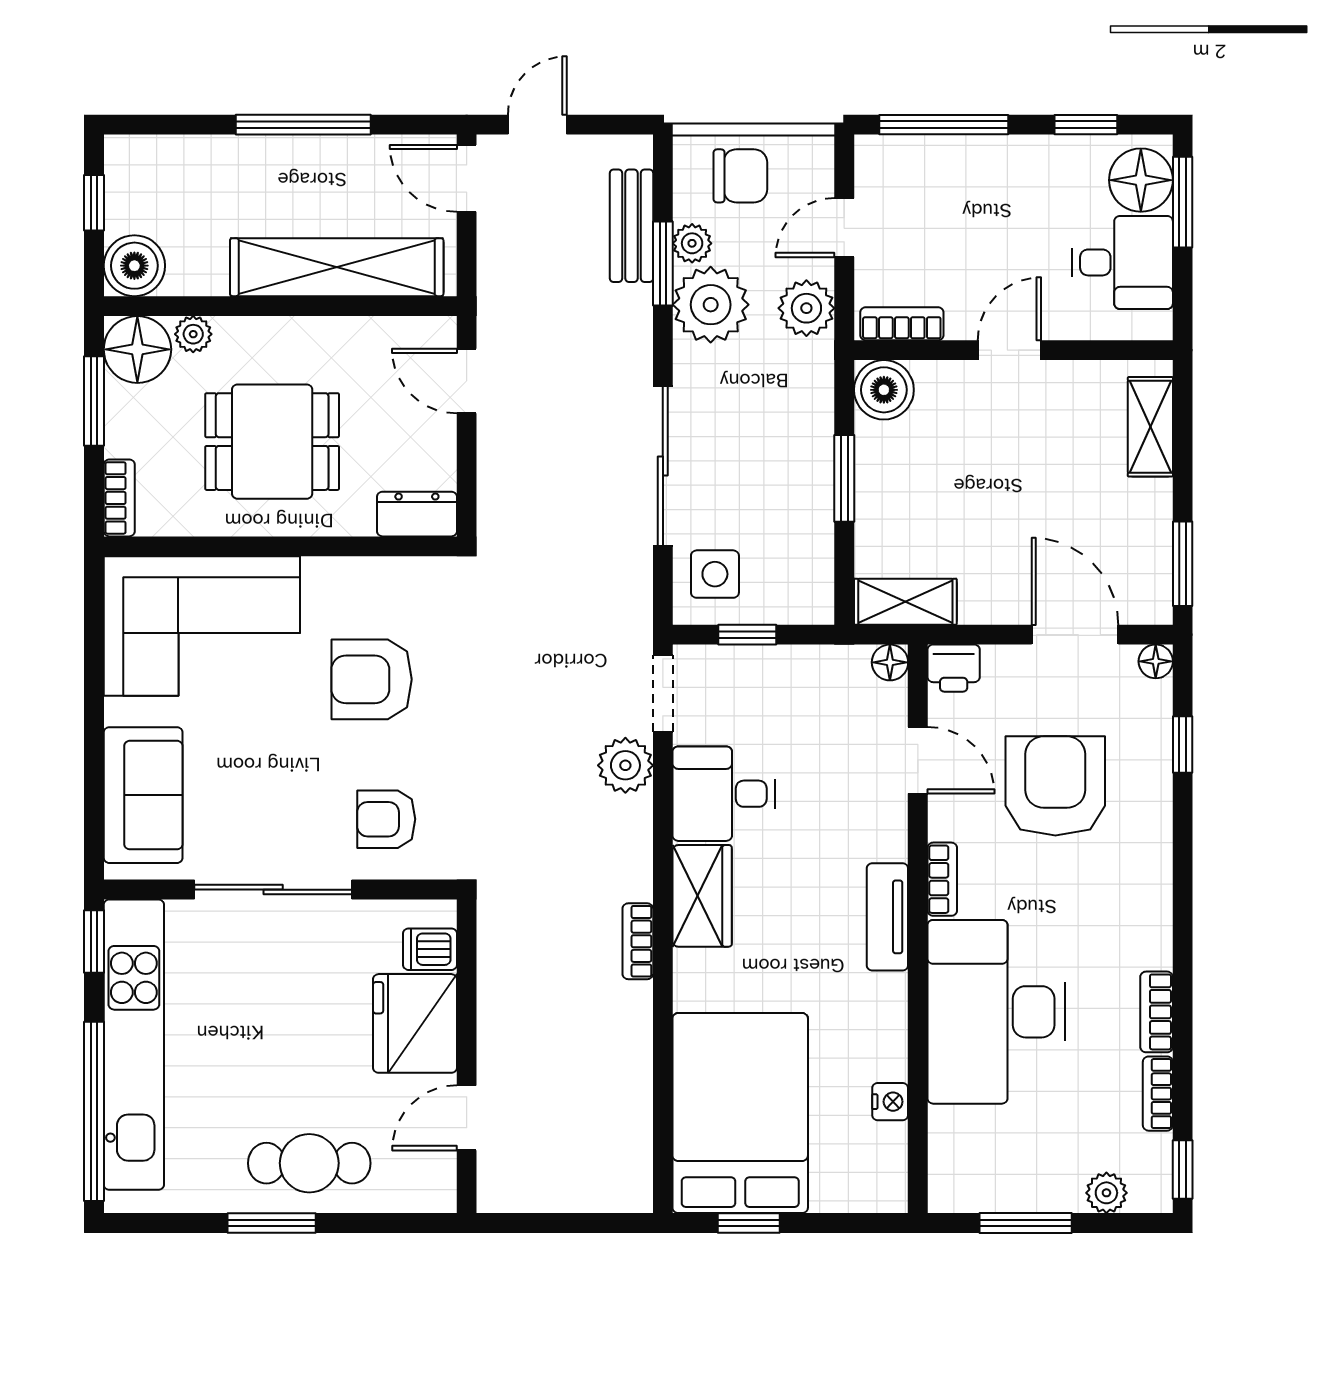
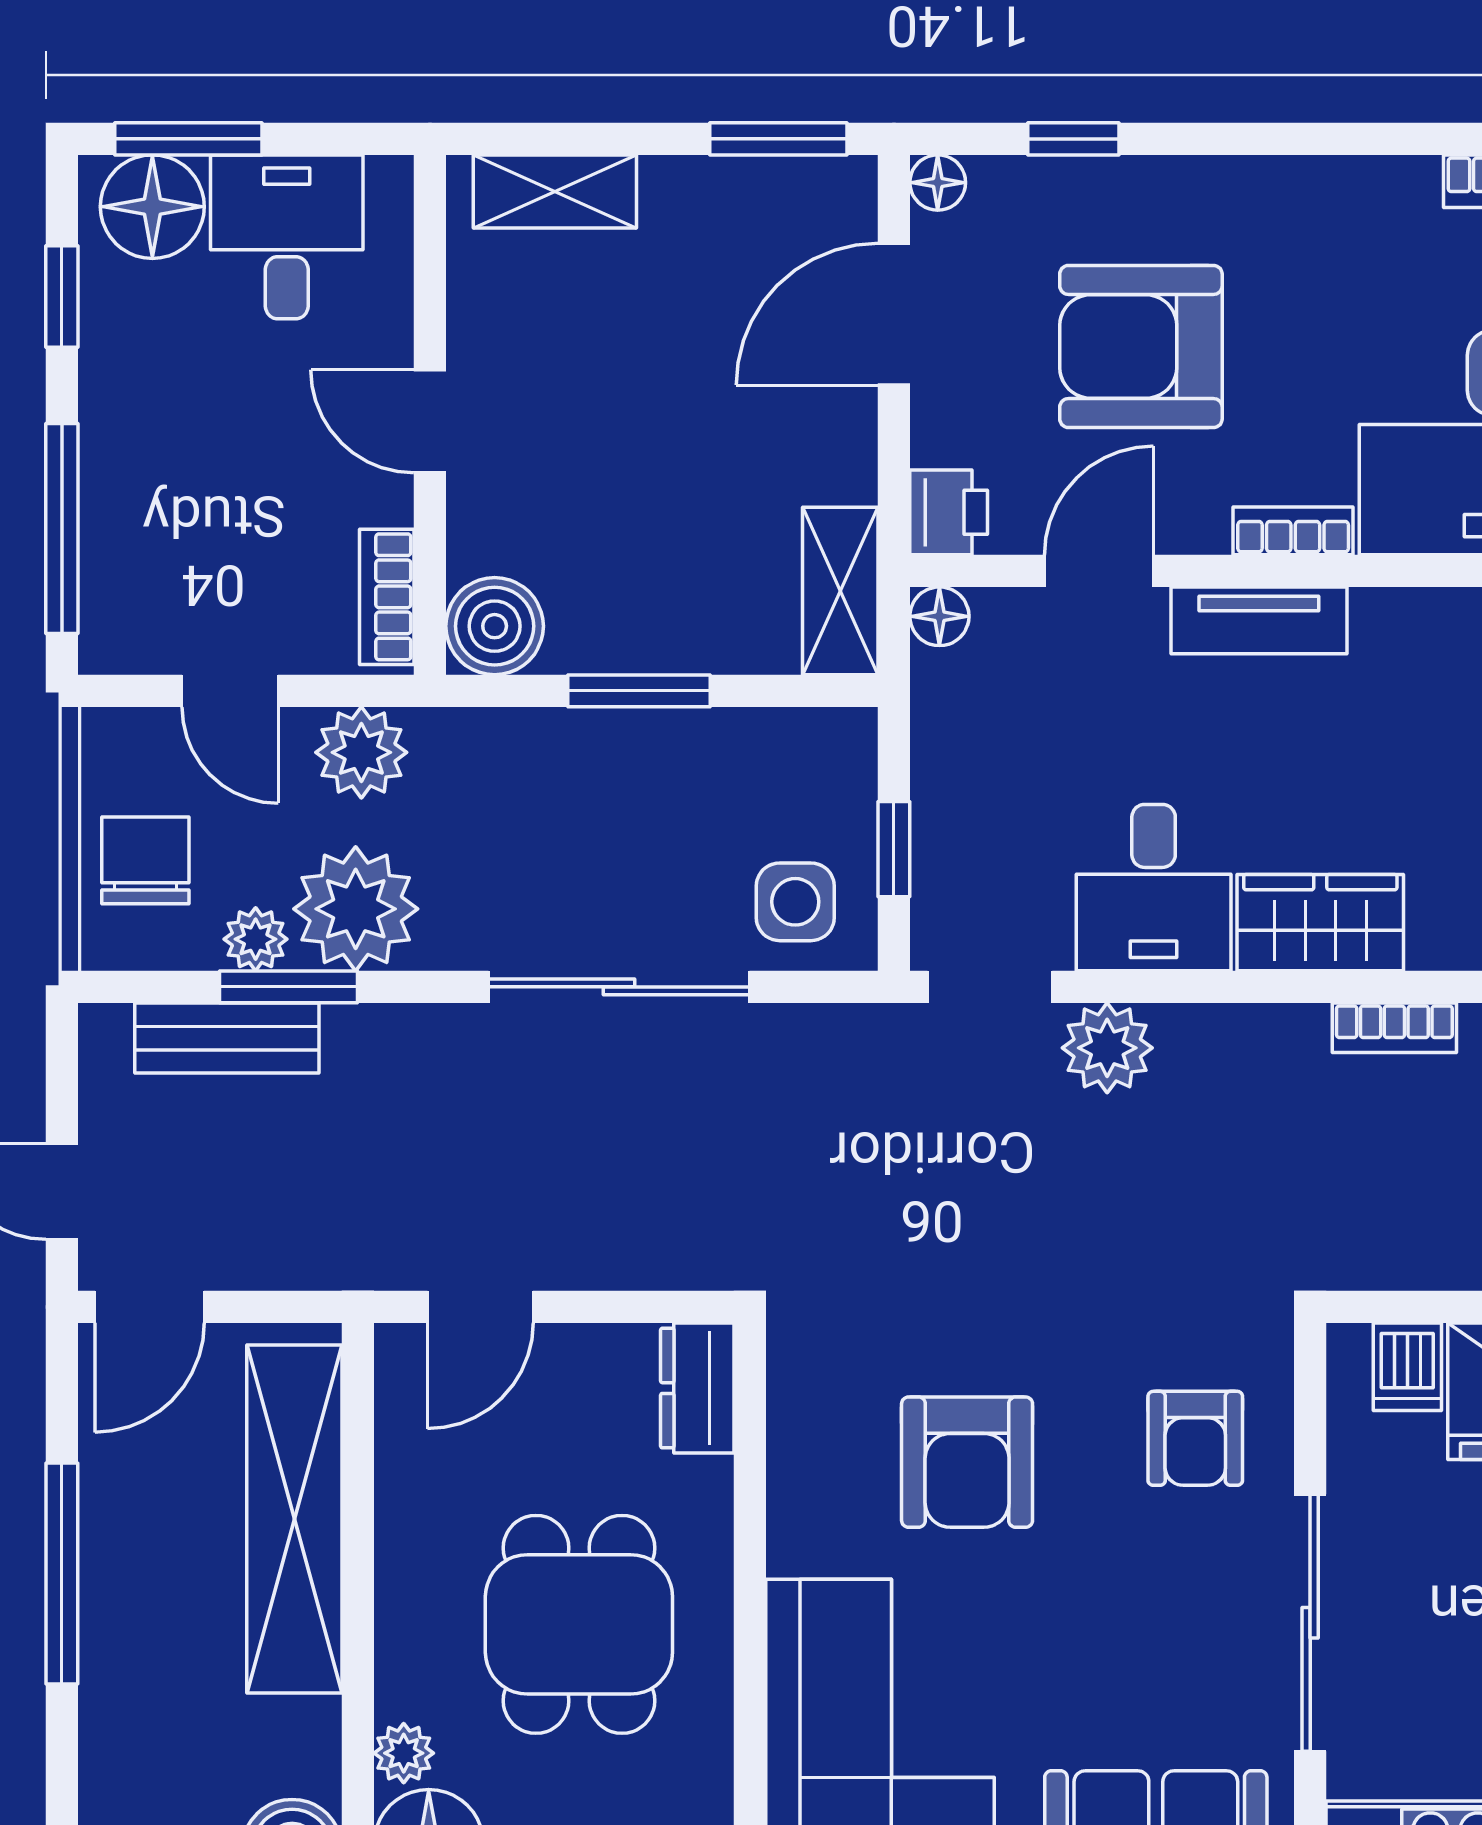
tv unit: (887, 917) -> (1259, 620), moved

